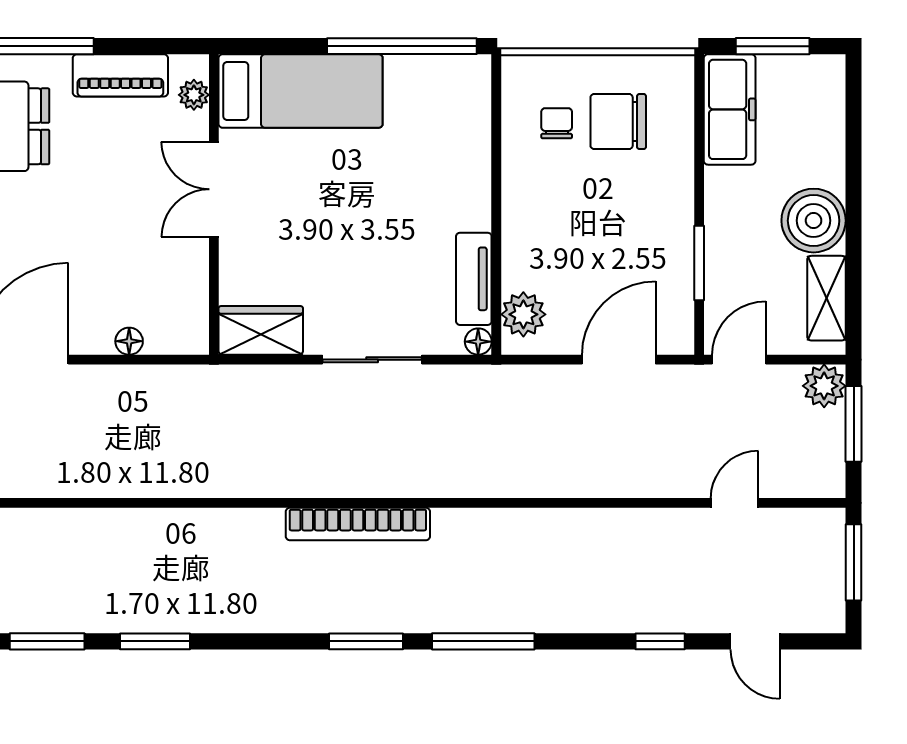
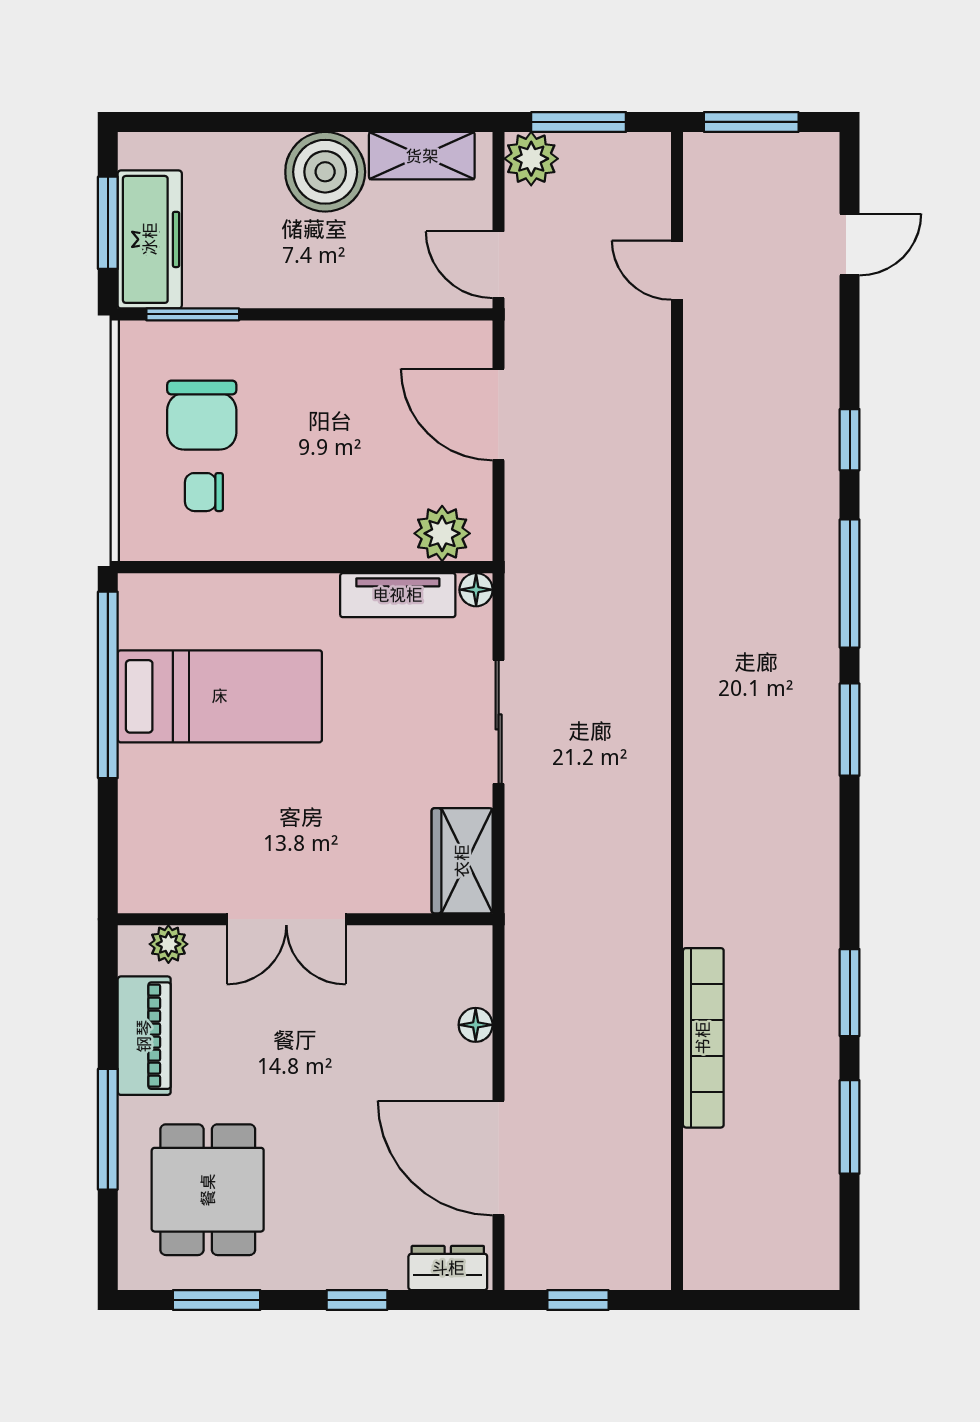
bed: (301, 91) -> (220, 696), moved, turned 90
freezer: (730, 109) -> (150, 239), moved, turned 90
window: (699, 263) -> (193, 314), moved
bookcase: (358, 524) -> (703, 1038), moved
window: (660, 641) -> (850, 440), moved

